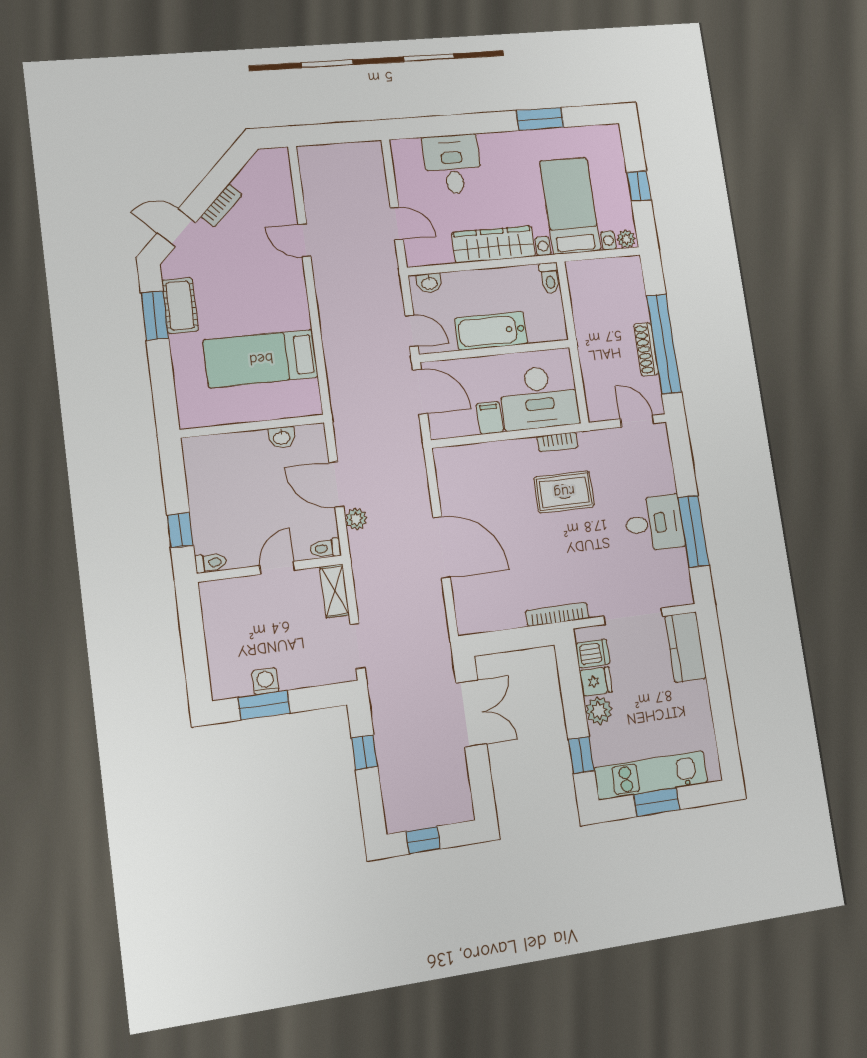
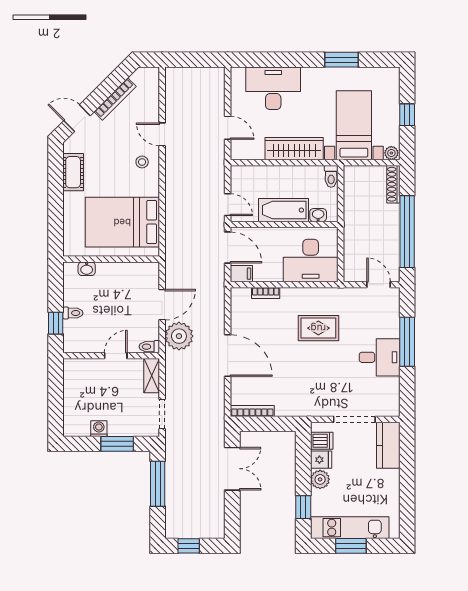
desk: (453, 164) -> (273, 88), width x1.37
bookcase: (222, 206) -> (115, 99), width x1.56
stool: (280, 282) -> (142, 162), added
washbasin: (429, 283) -> (318, 215), moved, turned 180
window: (155, 316) -> (56, 177), removed
shoe rack: (646, 349) -> (393, 184), moved
bed: (261, 359) -> (122, 222), width x1.50
filing cabinet: (490, 418) -> (241, 274), moved, turned 90
washbasin: (282, 437) -> (87, 269), moved
bookcase: (557, 442) -> (266, 293), moved
door: (336, 484) -> (162, 305), swing flipped
plant: (356, 519) -> (179, 336), width x1.87, depth x1.87
window: (693, 531) -> (407, 342), moved
toilet: (211, 563) -> (73, 313), moved
bookcase: (557, 614) -> (252, 411), moved
window: (264, 705) -> (117, 444), moved
window: (365, 752) -> (158, 484), width x2.17

